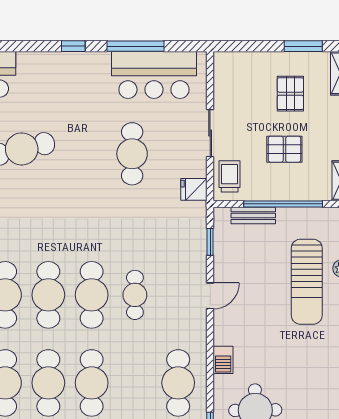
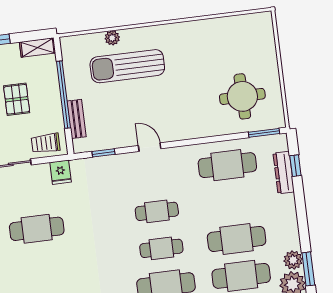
sun lounger: (307, 282) -> (127, 66), turned 180
cafe table: (92, 295) -> (161, 248), width x0.73, depth x0.74
barbecue: (223, 360) -> (203, 129), removed

